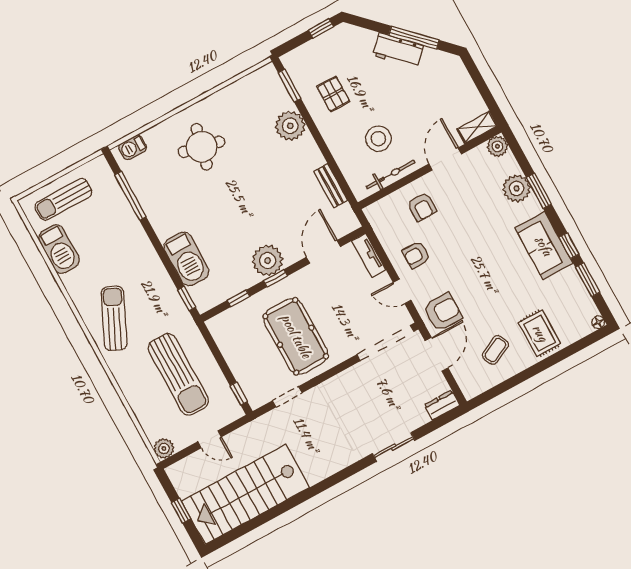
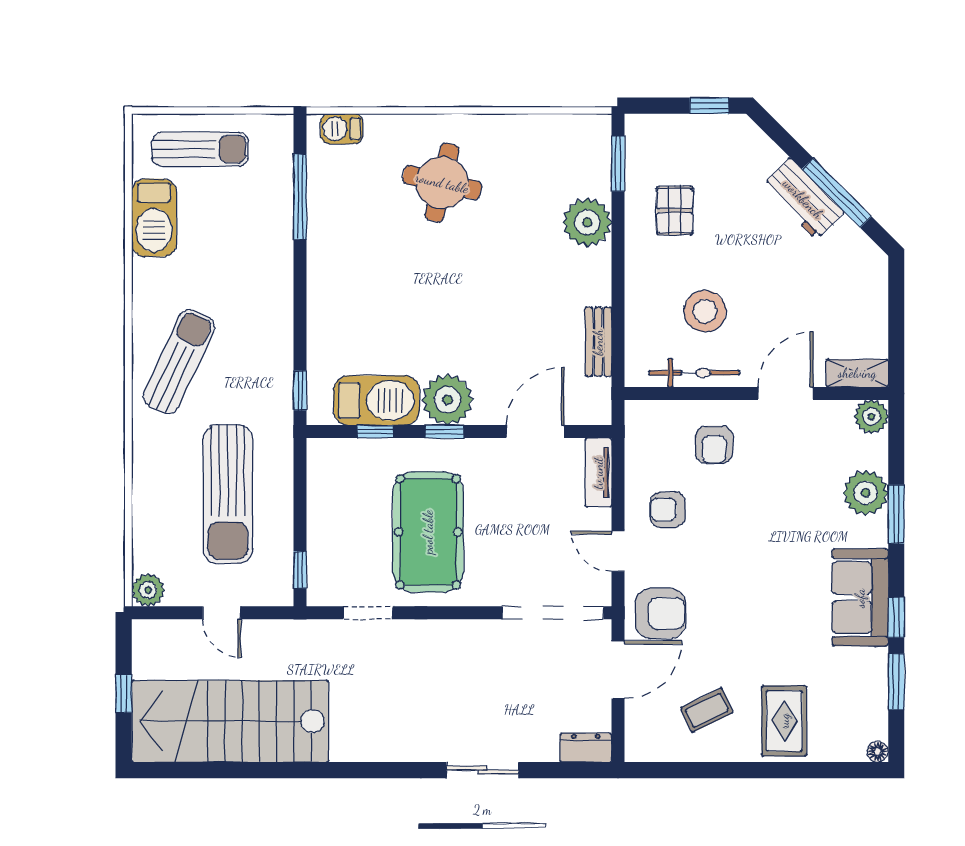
sun lounger: (63, 199) -> (200, 149), turned 180
barbecue: (186, 259) -> (377, 400), moved, turned -90

